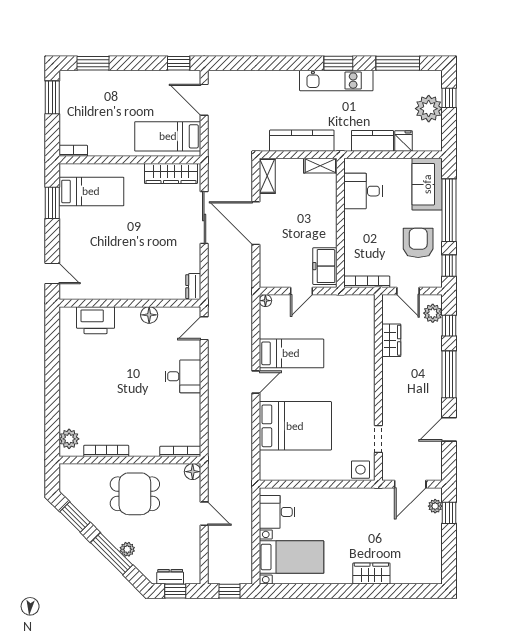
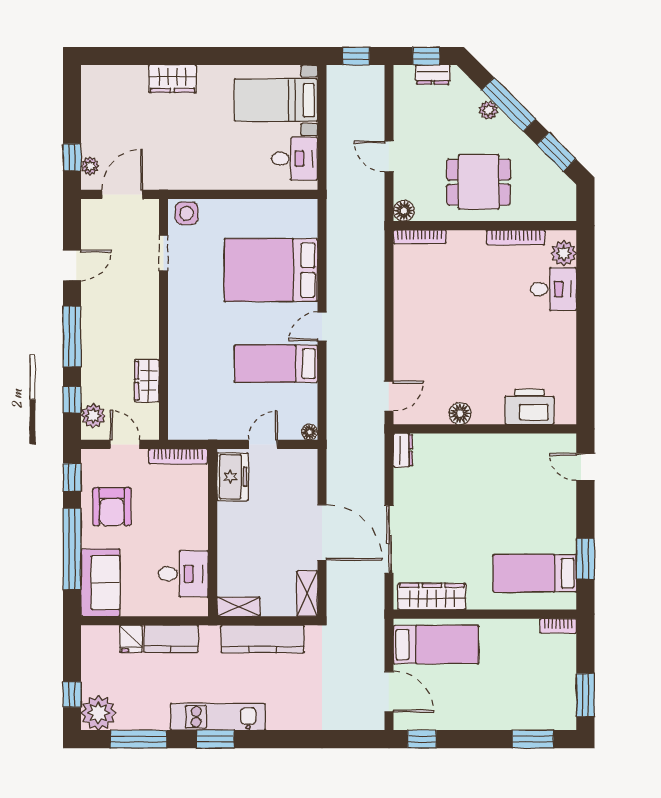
plant: (429, 109) -> (98, 713), moved
desk: (183, 376) -> (553, 289), moved, turned 180

